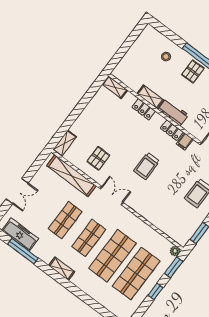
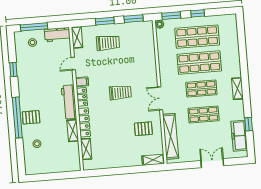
shelving: (115, 87) -> (86, 149), moved
locker: (144, 109) -> (84, 122), width x1.53
workbench: (173, 112) -> (69, 102), width x1.38
window: (23, 251) -> (249, 124), width x0.46

